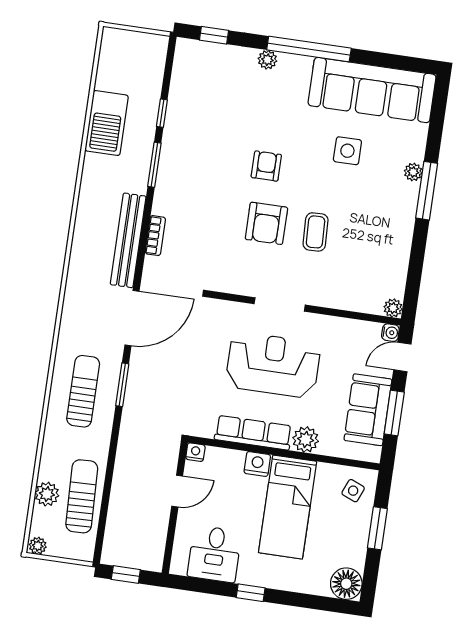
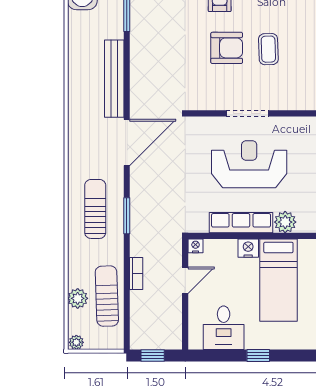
armchair: (266, 223) -> (227, 48), turned -90
bookcase: (155, 236) -> (136, 273), moved
window: (122, 385) -> (127, 216), moved

